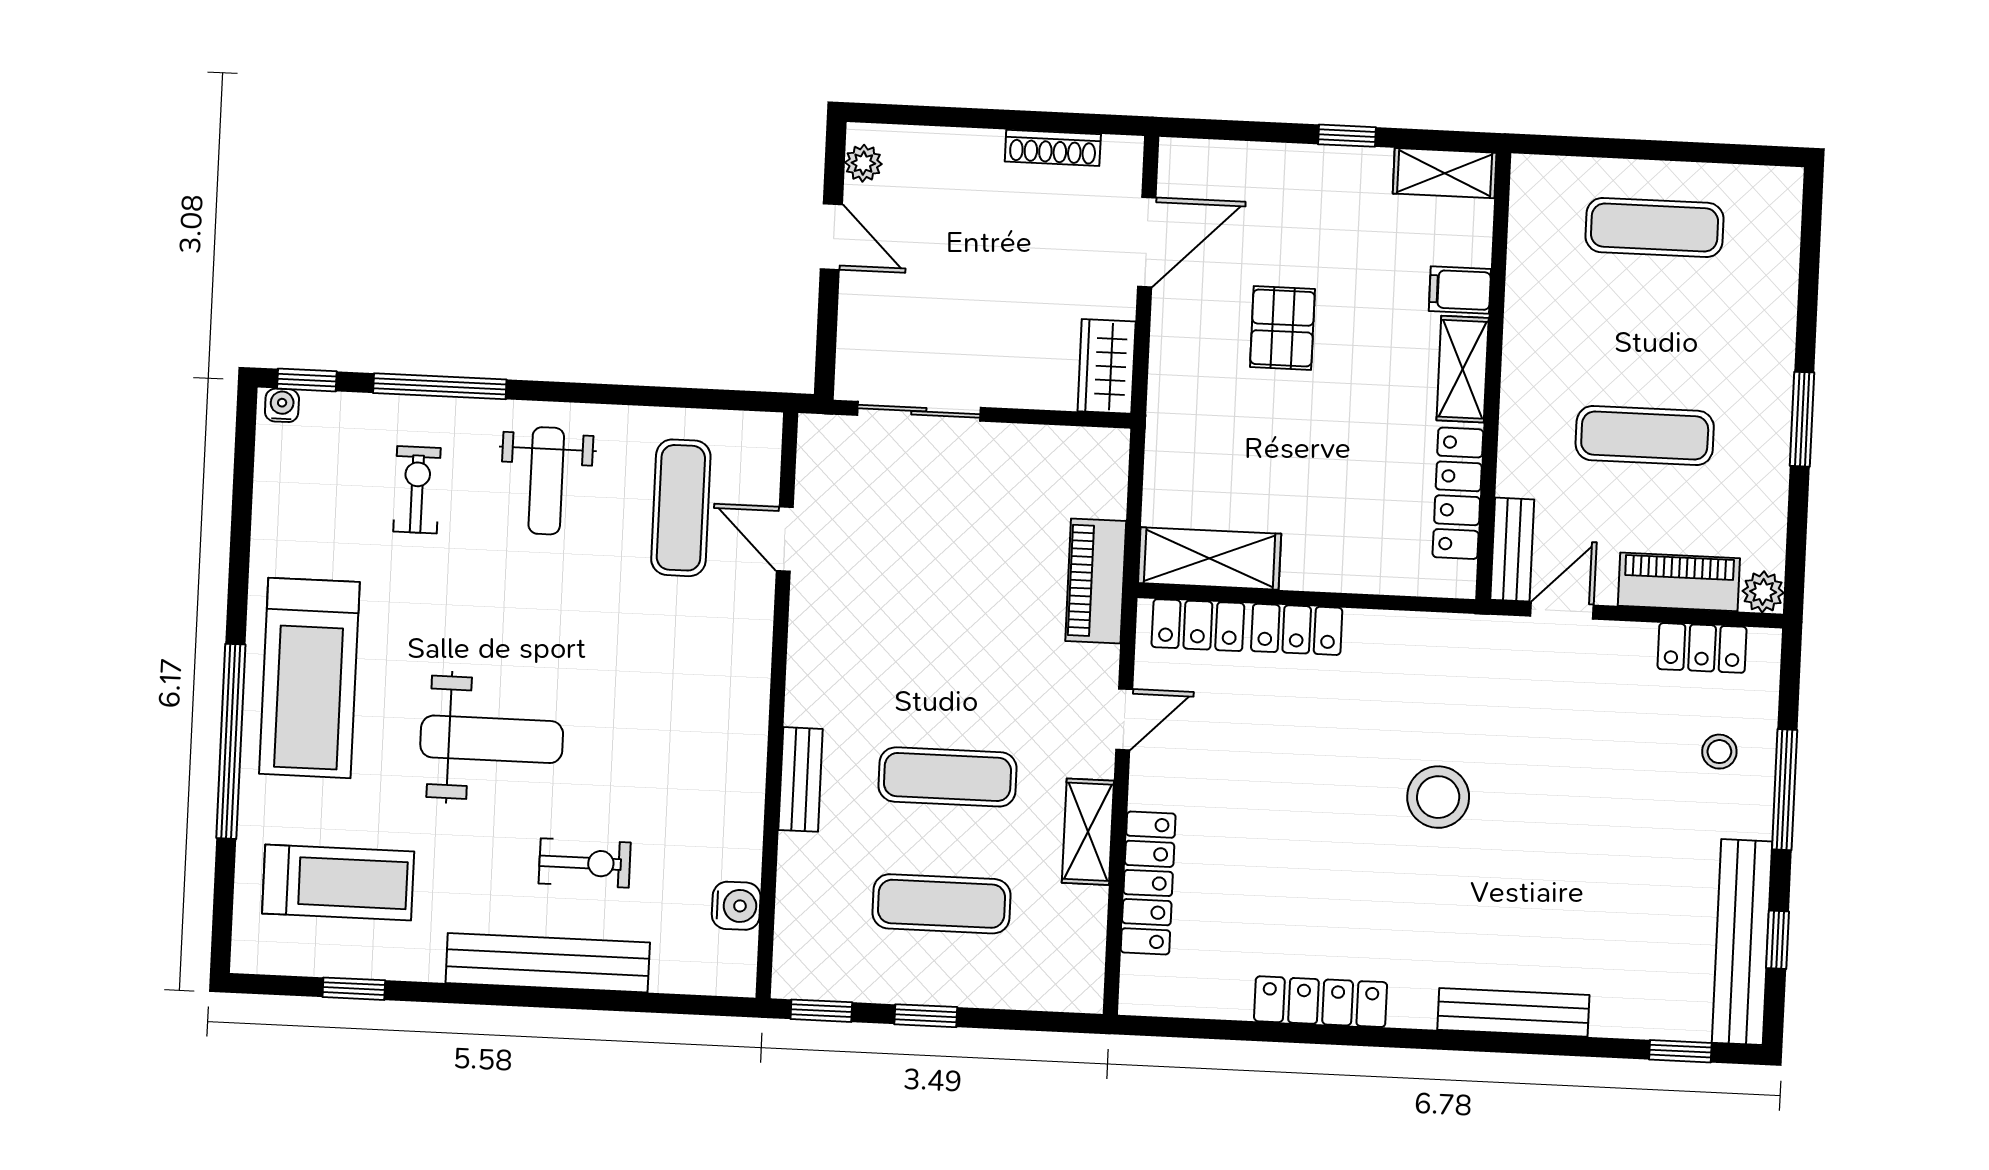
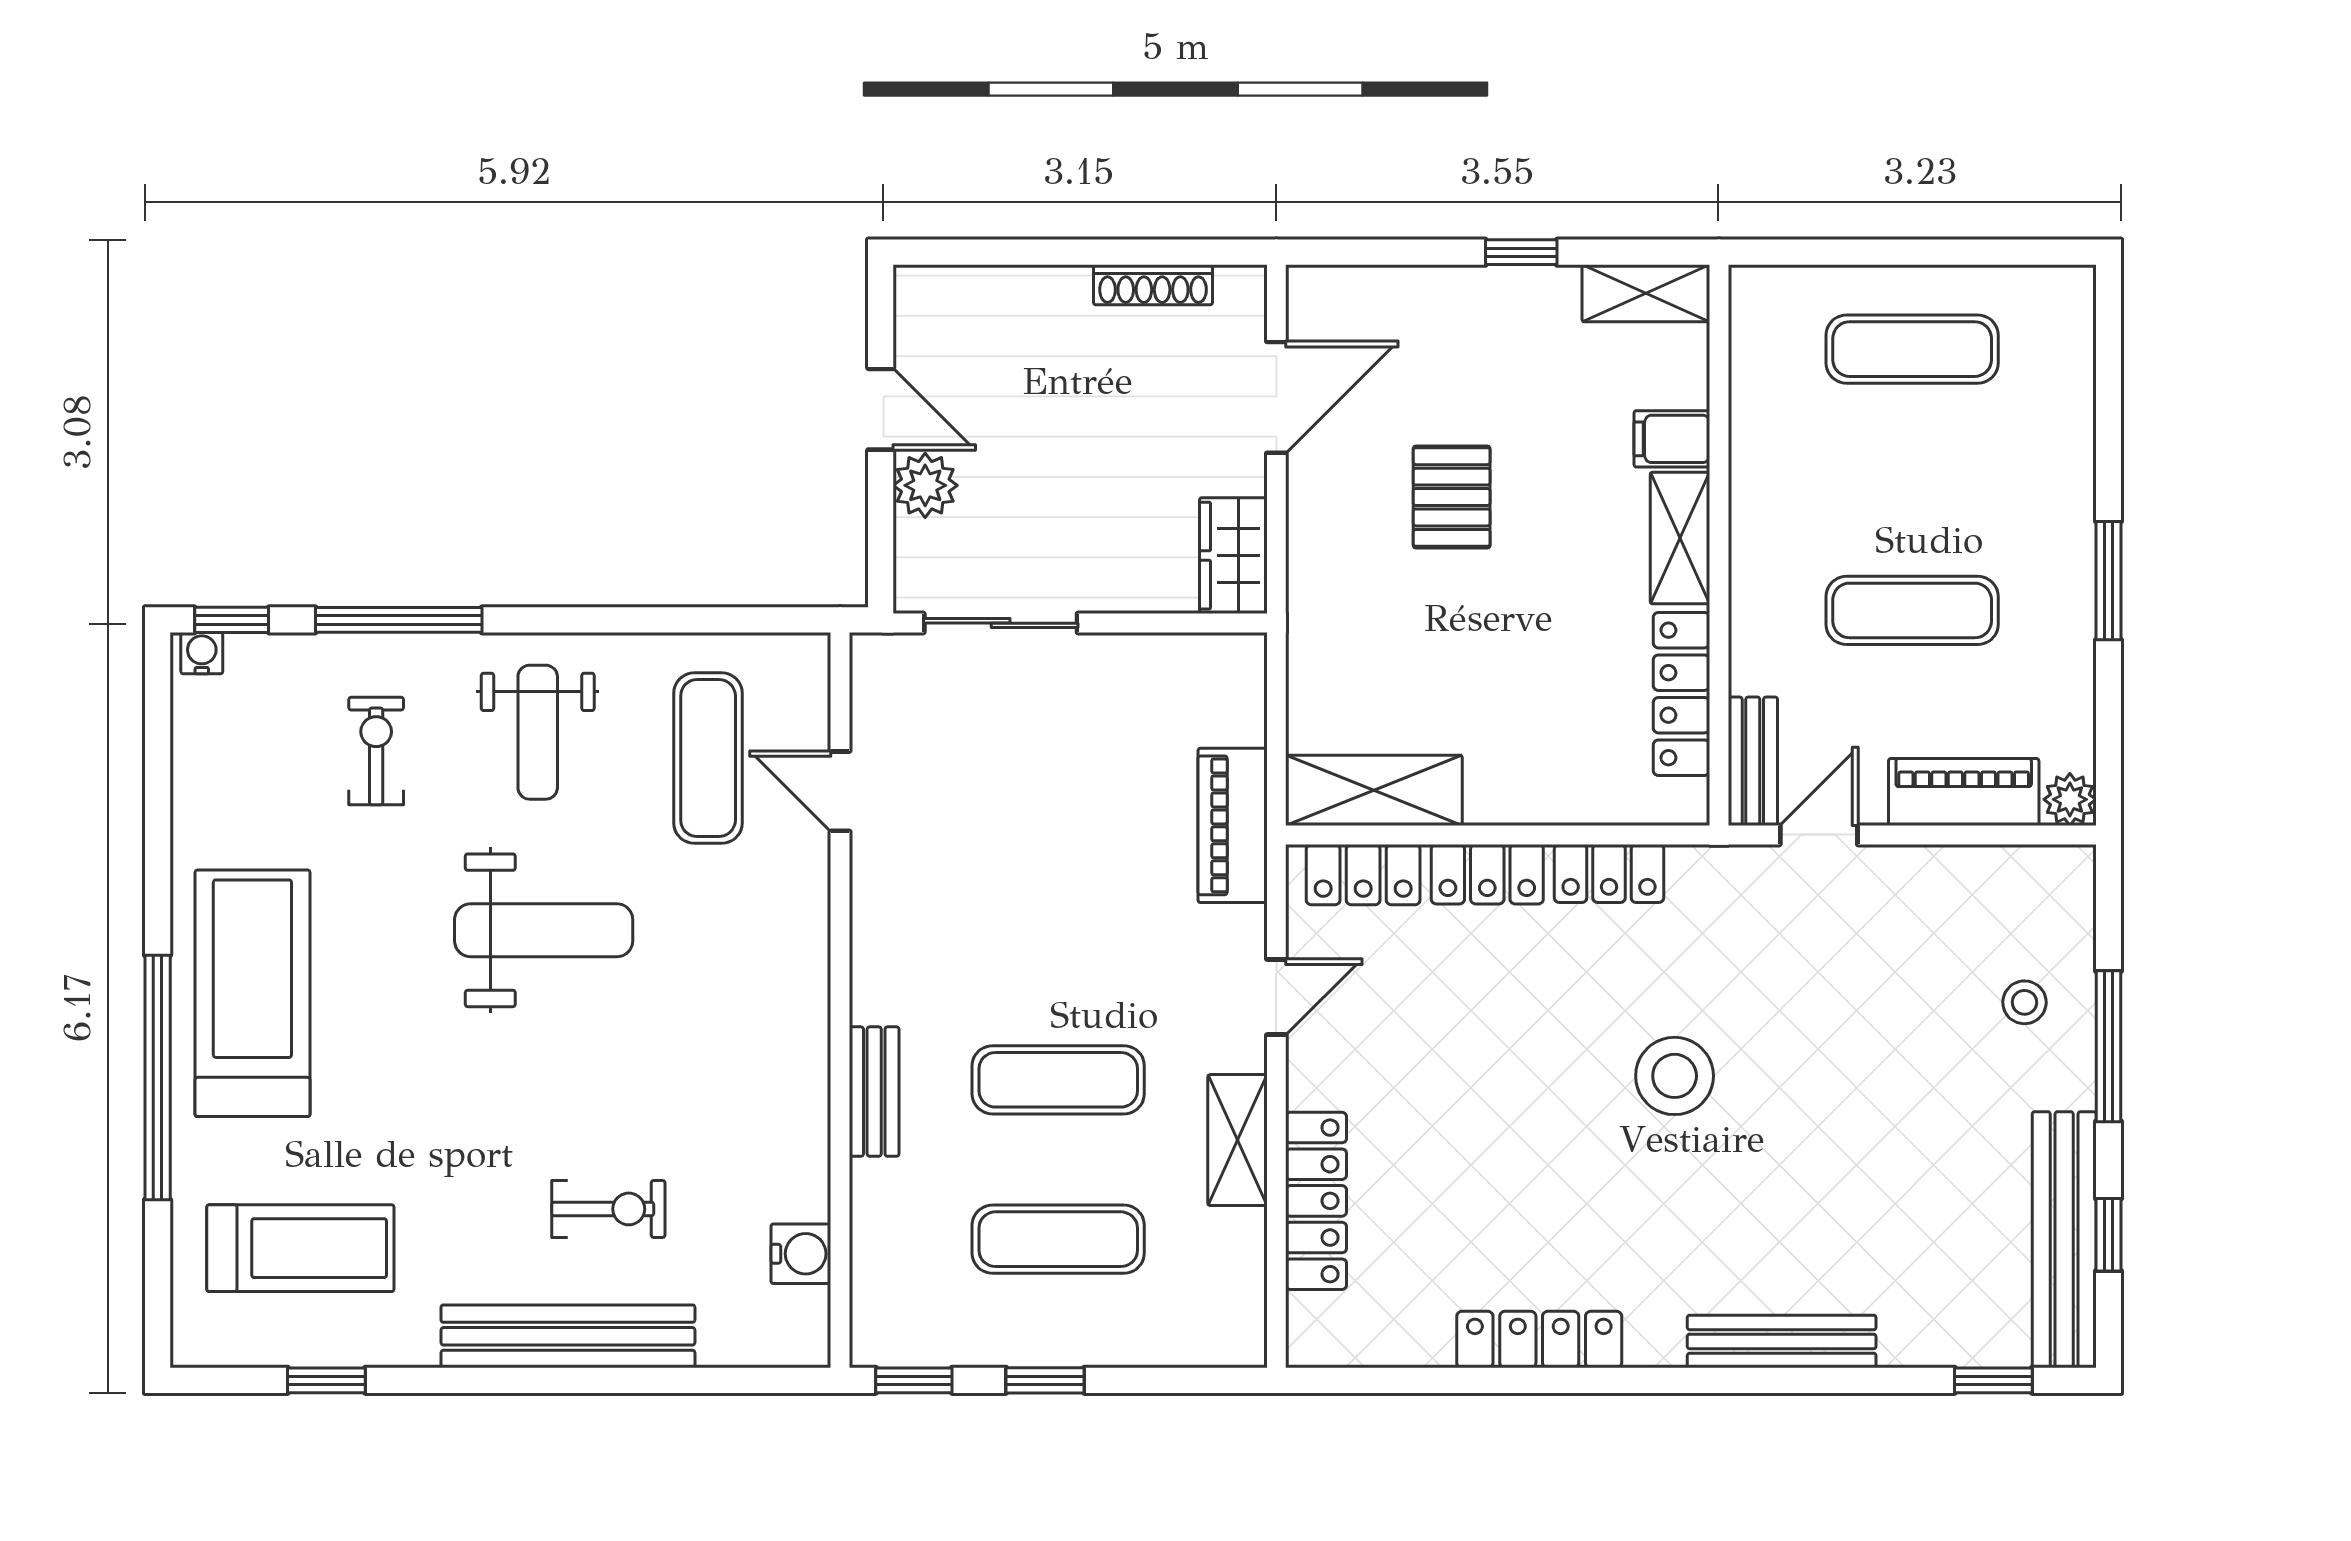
plant: (863, 163) -> (925, 485), moved, width x1.38, depth x1.38
locker: (1702, 648) -> (1609, 873), moved
treadmill: (309, 678) -> (252, 993), turned 180
weight bench: (492, 739) -> (544, 930), moved

